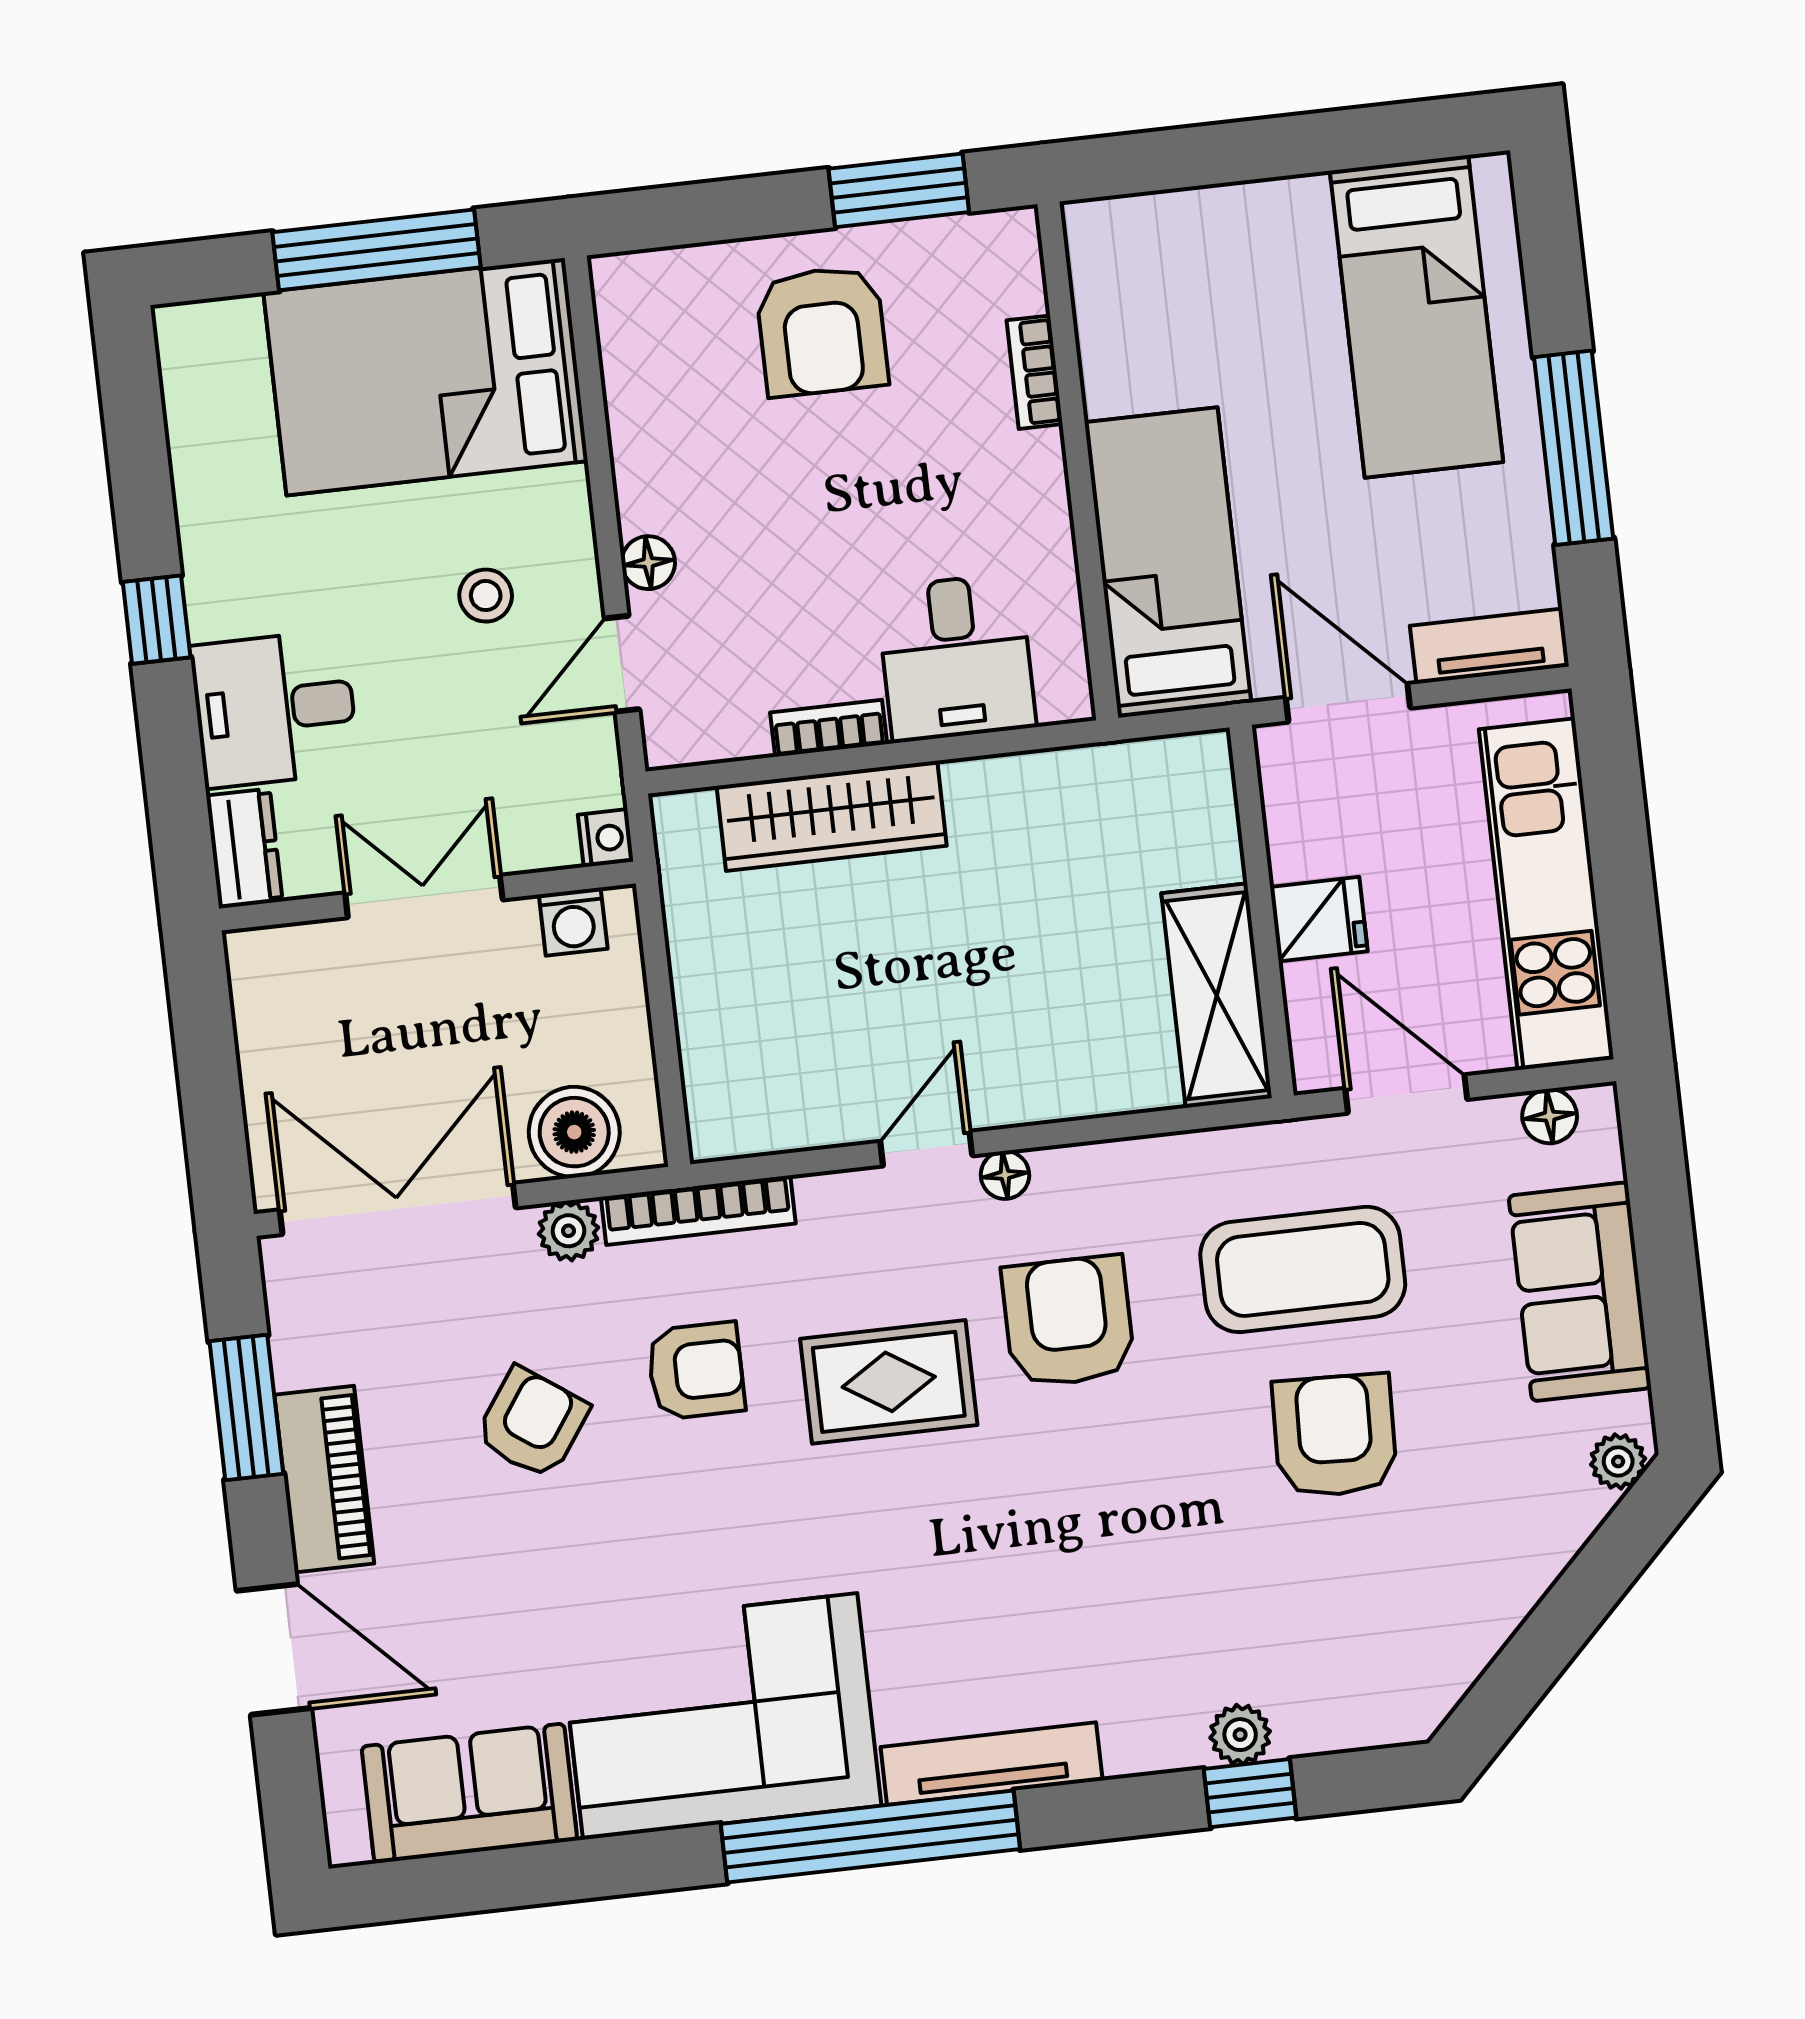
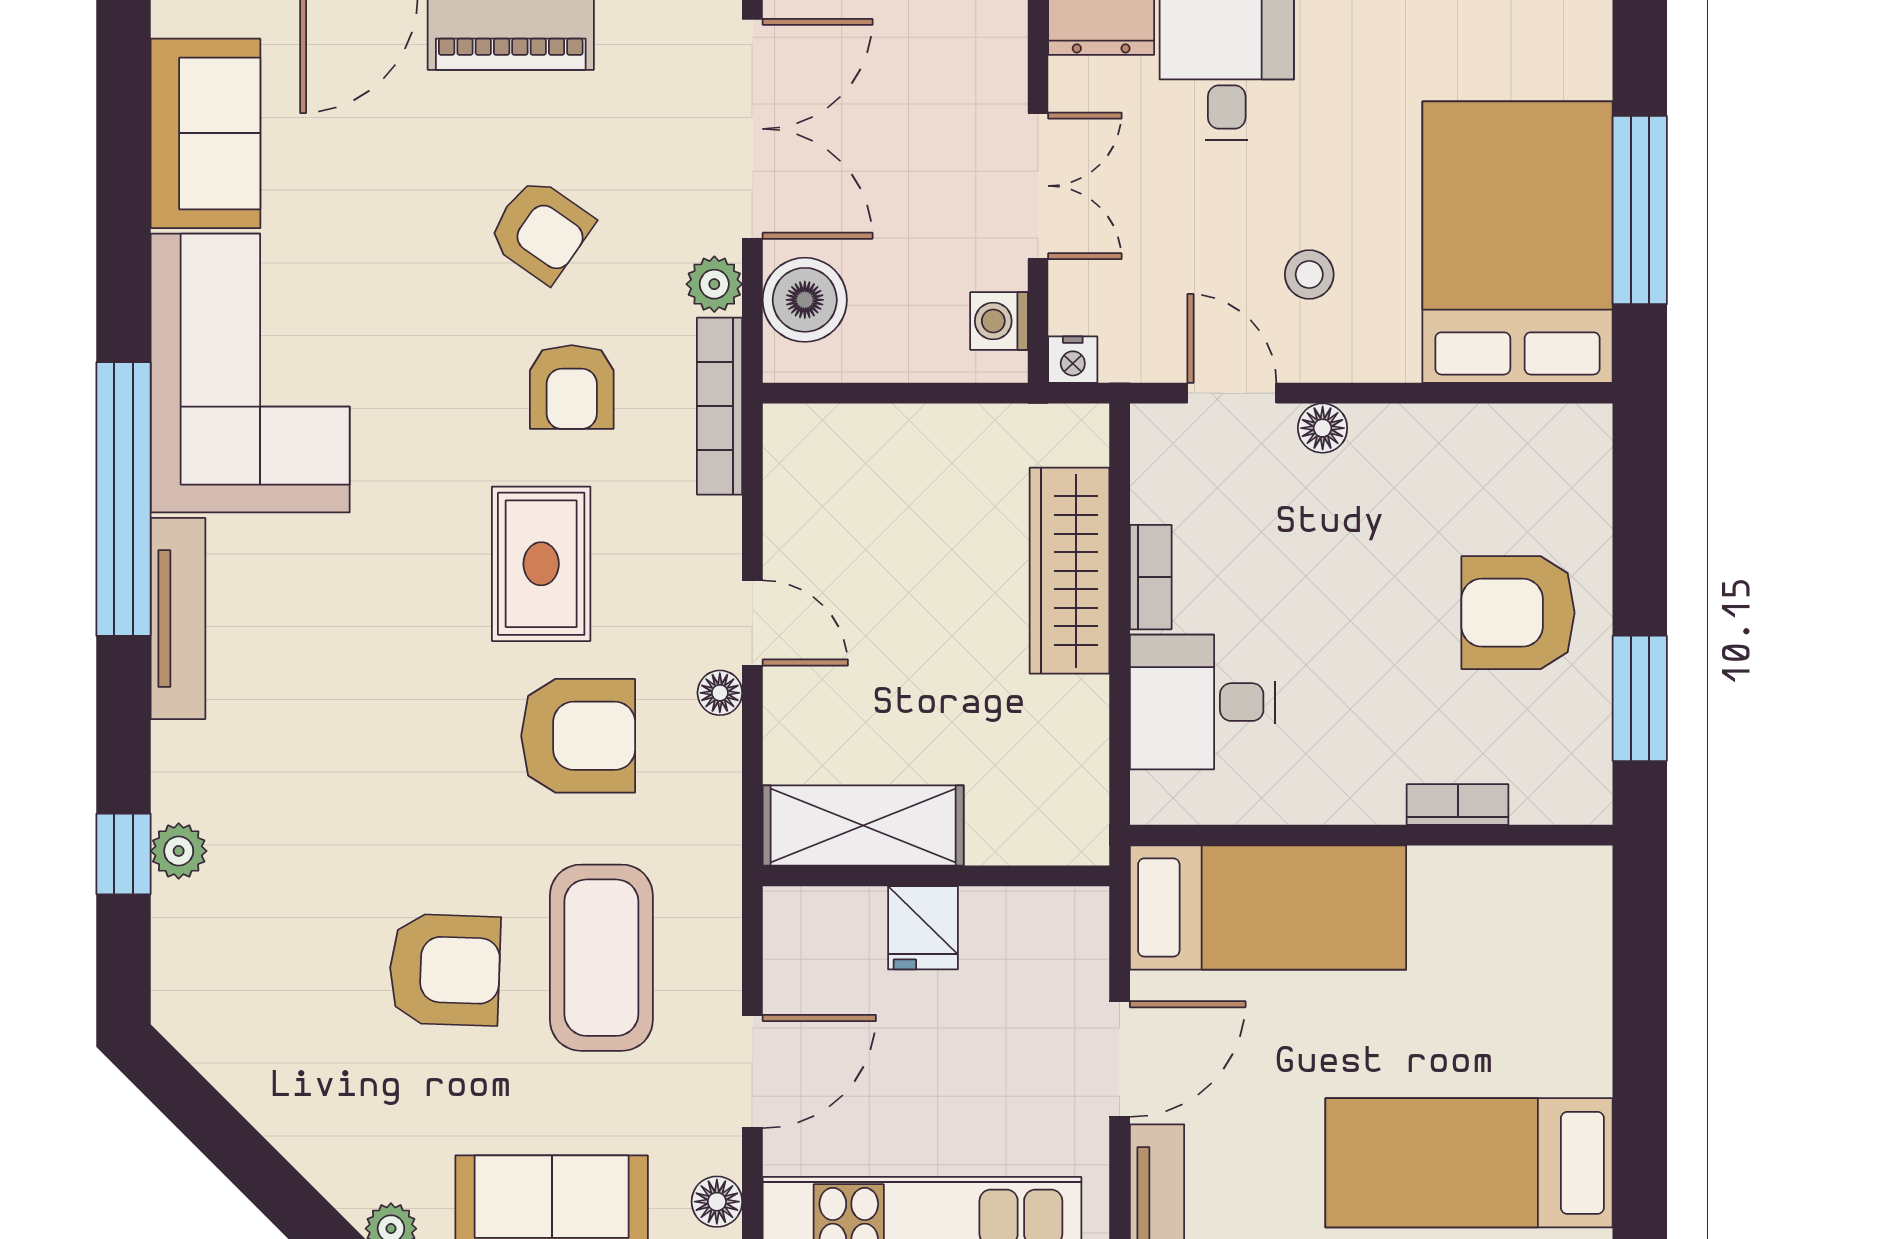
wall: (1262, 912) -> (936, 876), moved
fridge: (1319, 919) -> (923, 928), moved
shelving: (1217, 996) -> (863, 825), moved

